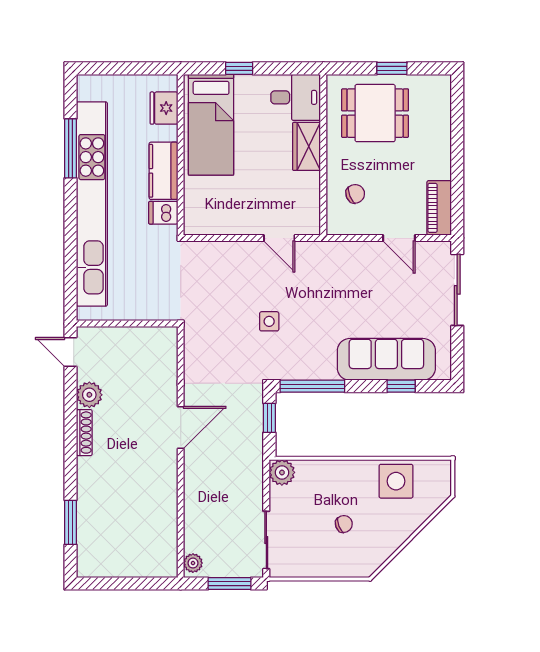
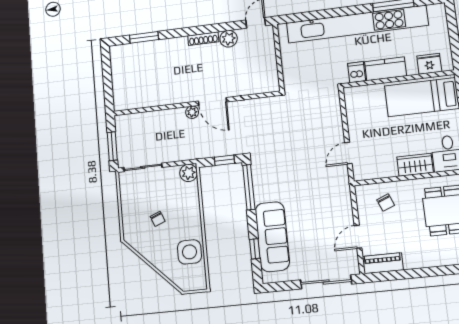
side table: (269, 321) -> (290, 153), removed
plant: (193, 563) -> (192, 112), moved

